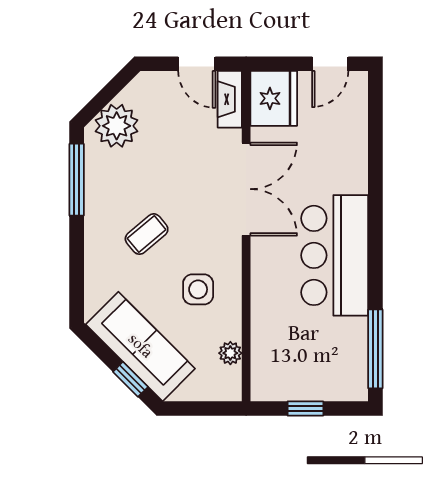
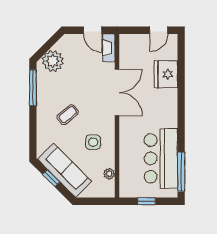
fridge: (274, 98) -> (166, 74), moved, turned 180
bar counter: (335, 255) -> (161, 158), moved
window: (130, 379) -> (51, 178), moved

